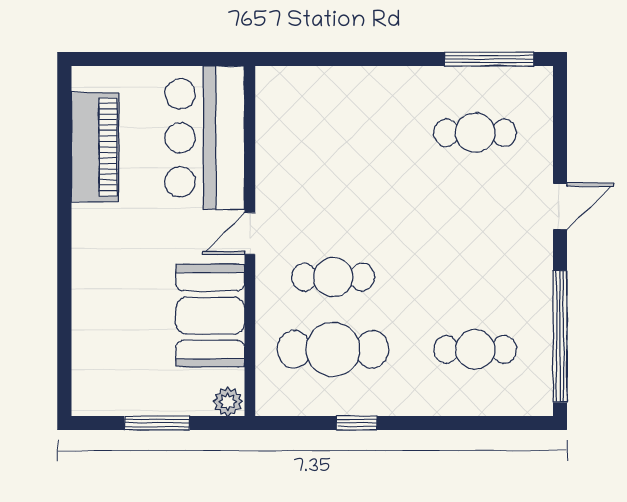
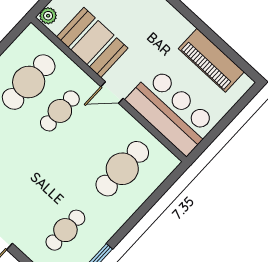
cafe table: (333, 133) -> (122, 169), added
door: (250, 233) -> (112, 92), swing flipped

